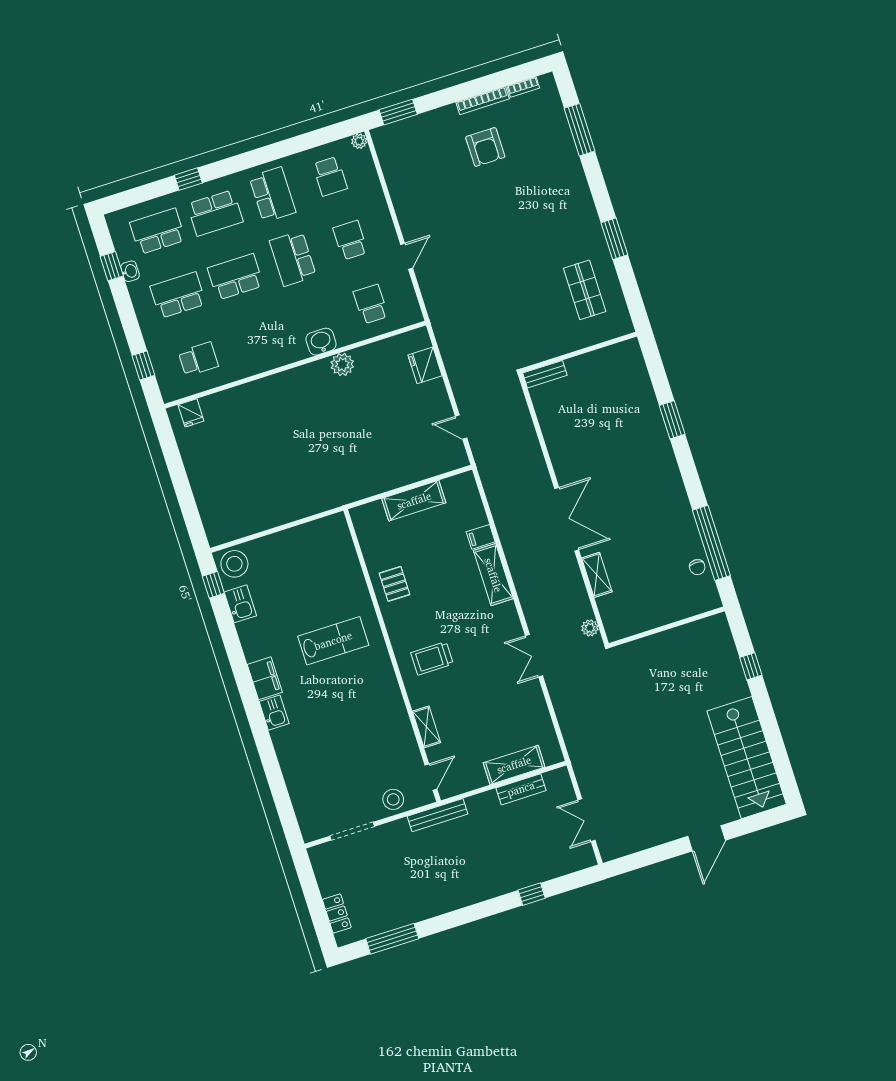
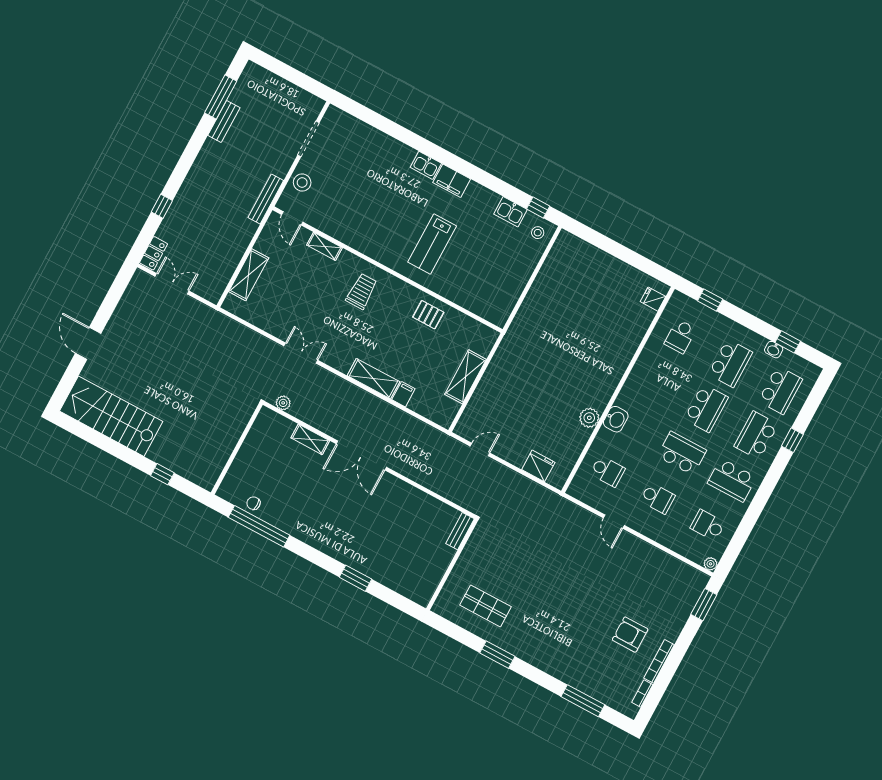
stool: (234, 564) -> (538, 233), width x0.53, depth x0.53
bench: (521, 789) -> (224, 122), moved
locker: (337, 913) -> (154, 253), moved, turned -90

